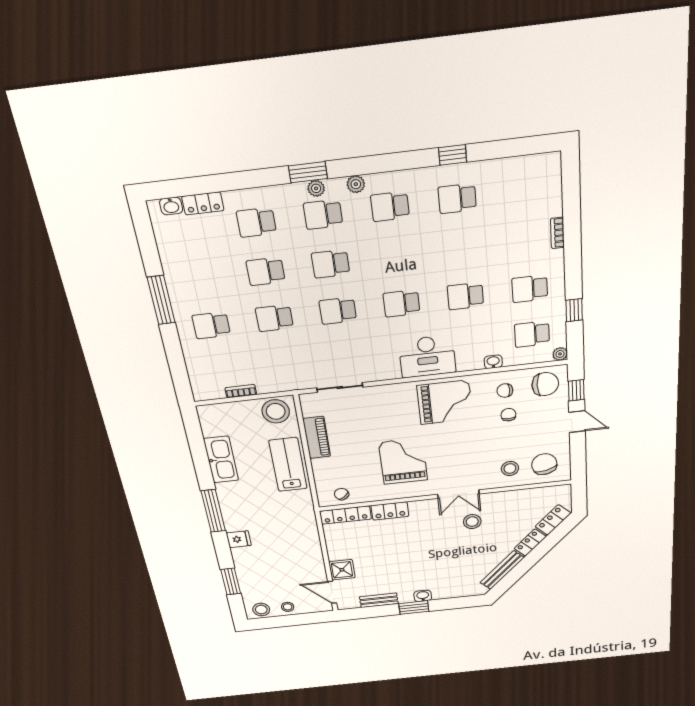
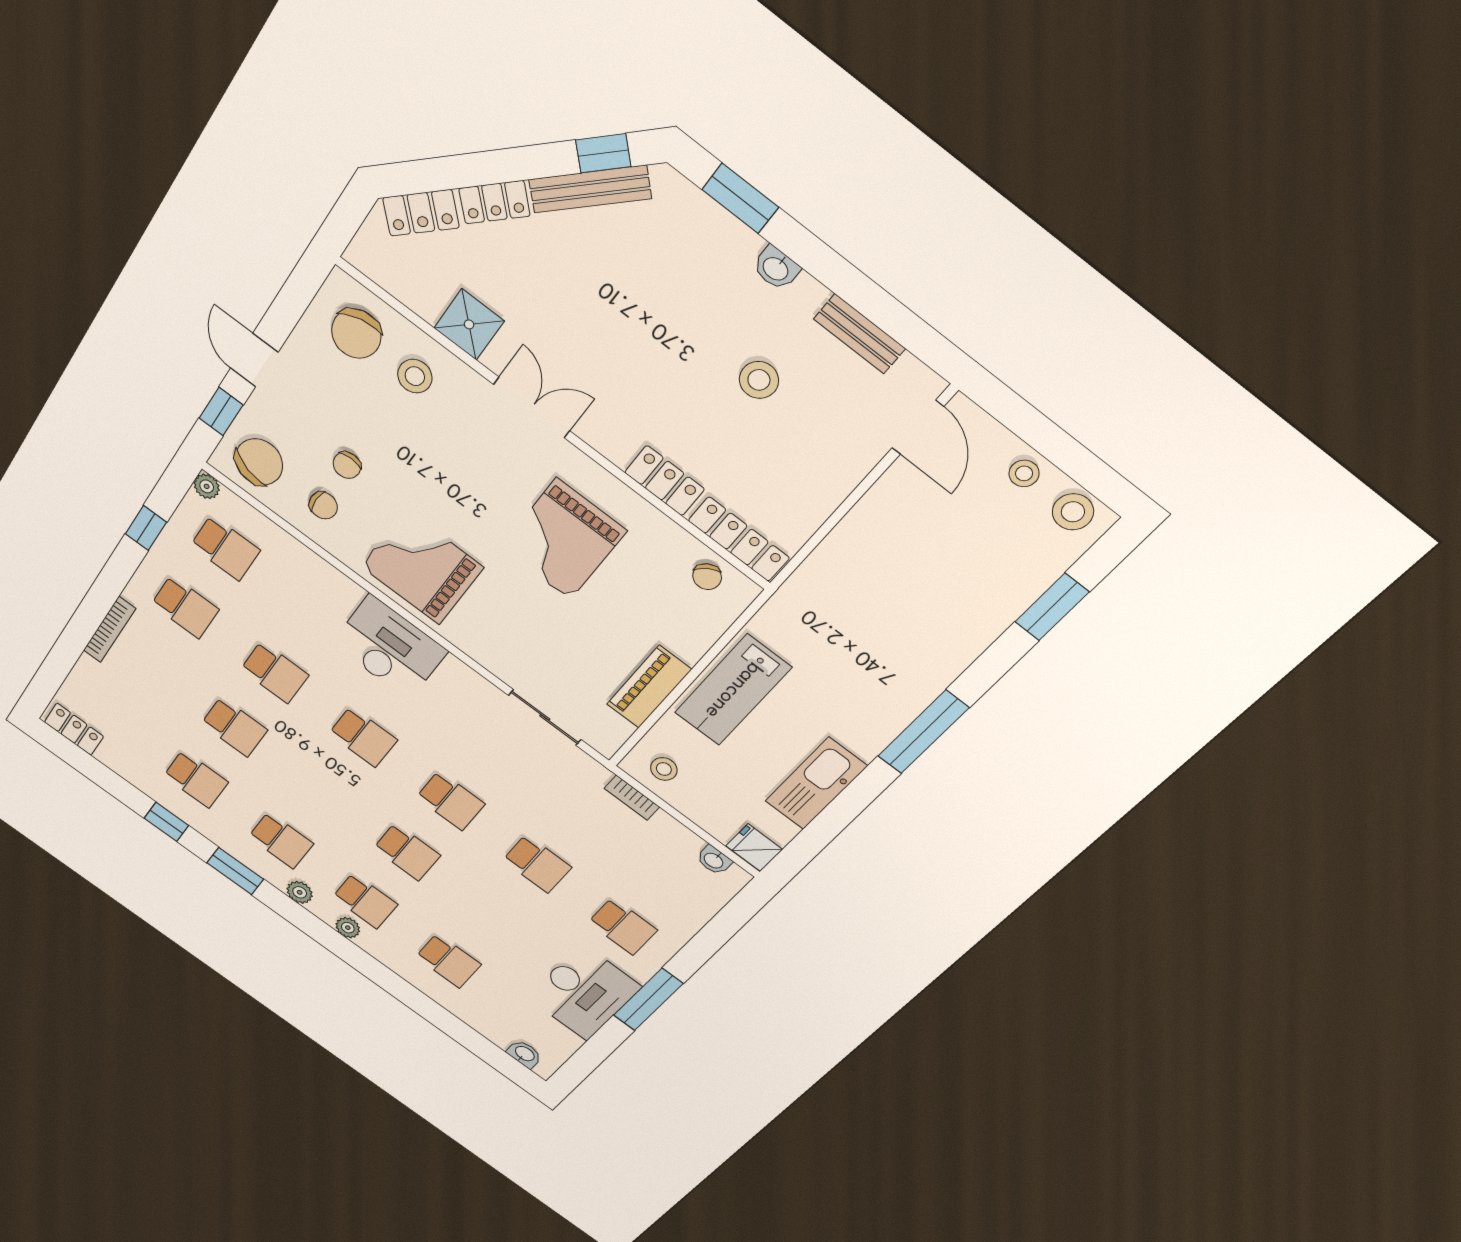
window: (308, 172) -> (235, 871), moved
locker: (203, 203) -> (74, 729), moved
bookcase: (557, 233) -> (110, 629), width x1.56
school desk: (266, 271) -> (234, 727), moved
desk: (187, 273) -> (584, 992), added
washbasin: (493, 362) -> (714, 860), moved
chair: (545, 384) -> (259, 462), turned 108
bookcase: (241, 391) -> (632, 798), moved
stool: (276, 411) -> (664, 769), width x0.53, depth x0.53
stool: (472, 522) -> (759, 380), moved
fridge: (239, 539) -> (754, 848), moved
shower: (342, 570) -> (469, 324), moved
window: (507, 582) -> (603, 153), added
window: (414, 607) -> (740, 198), moved

